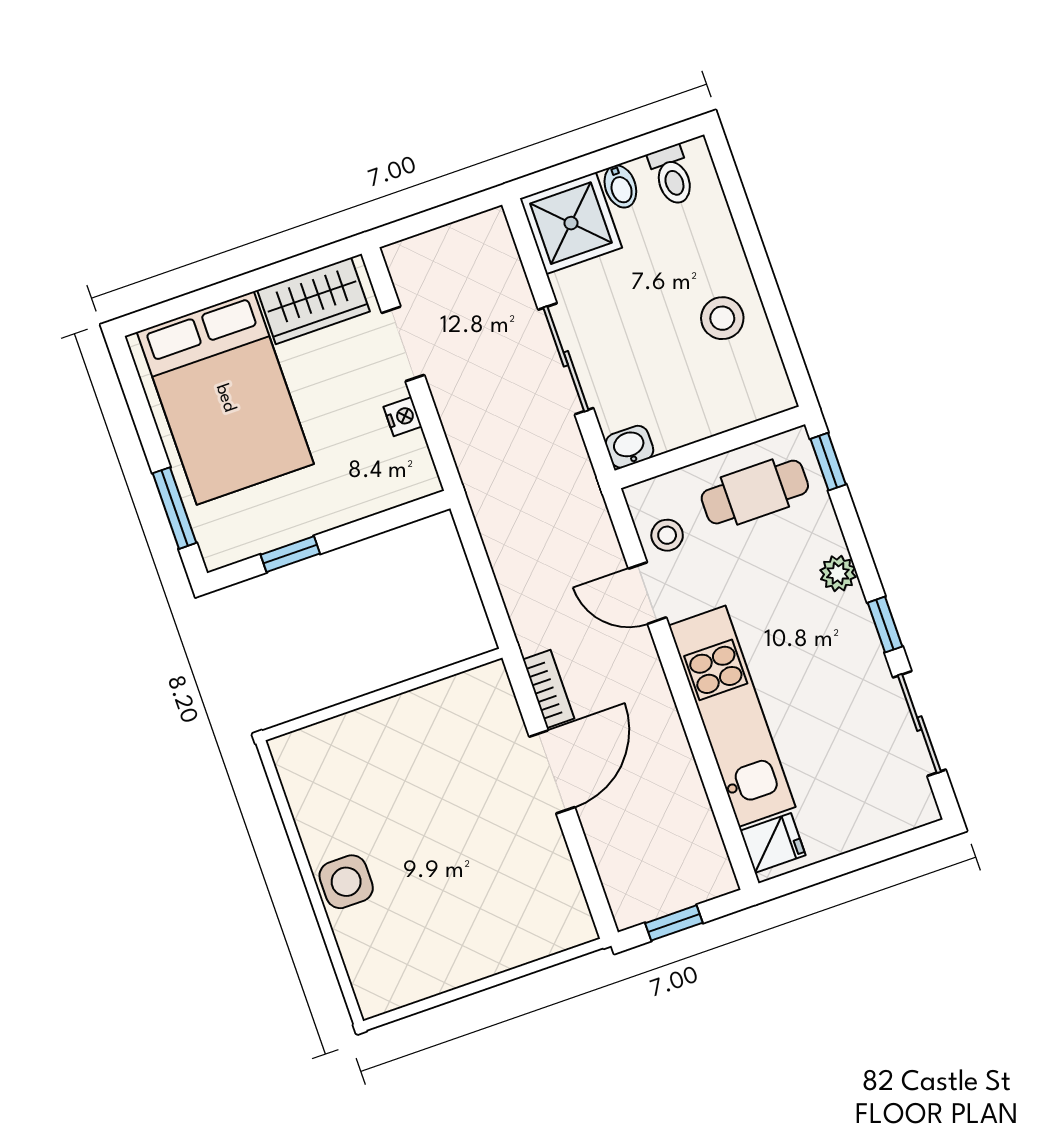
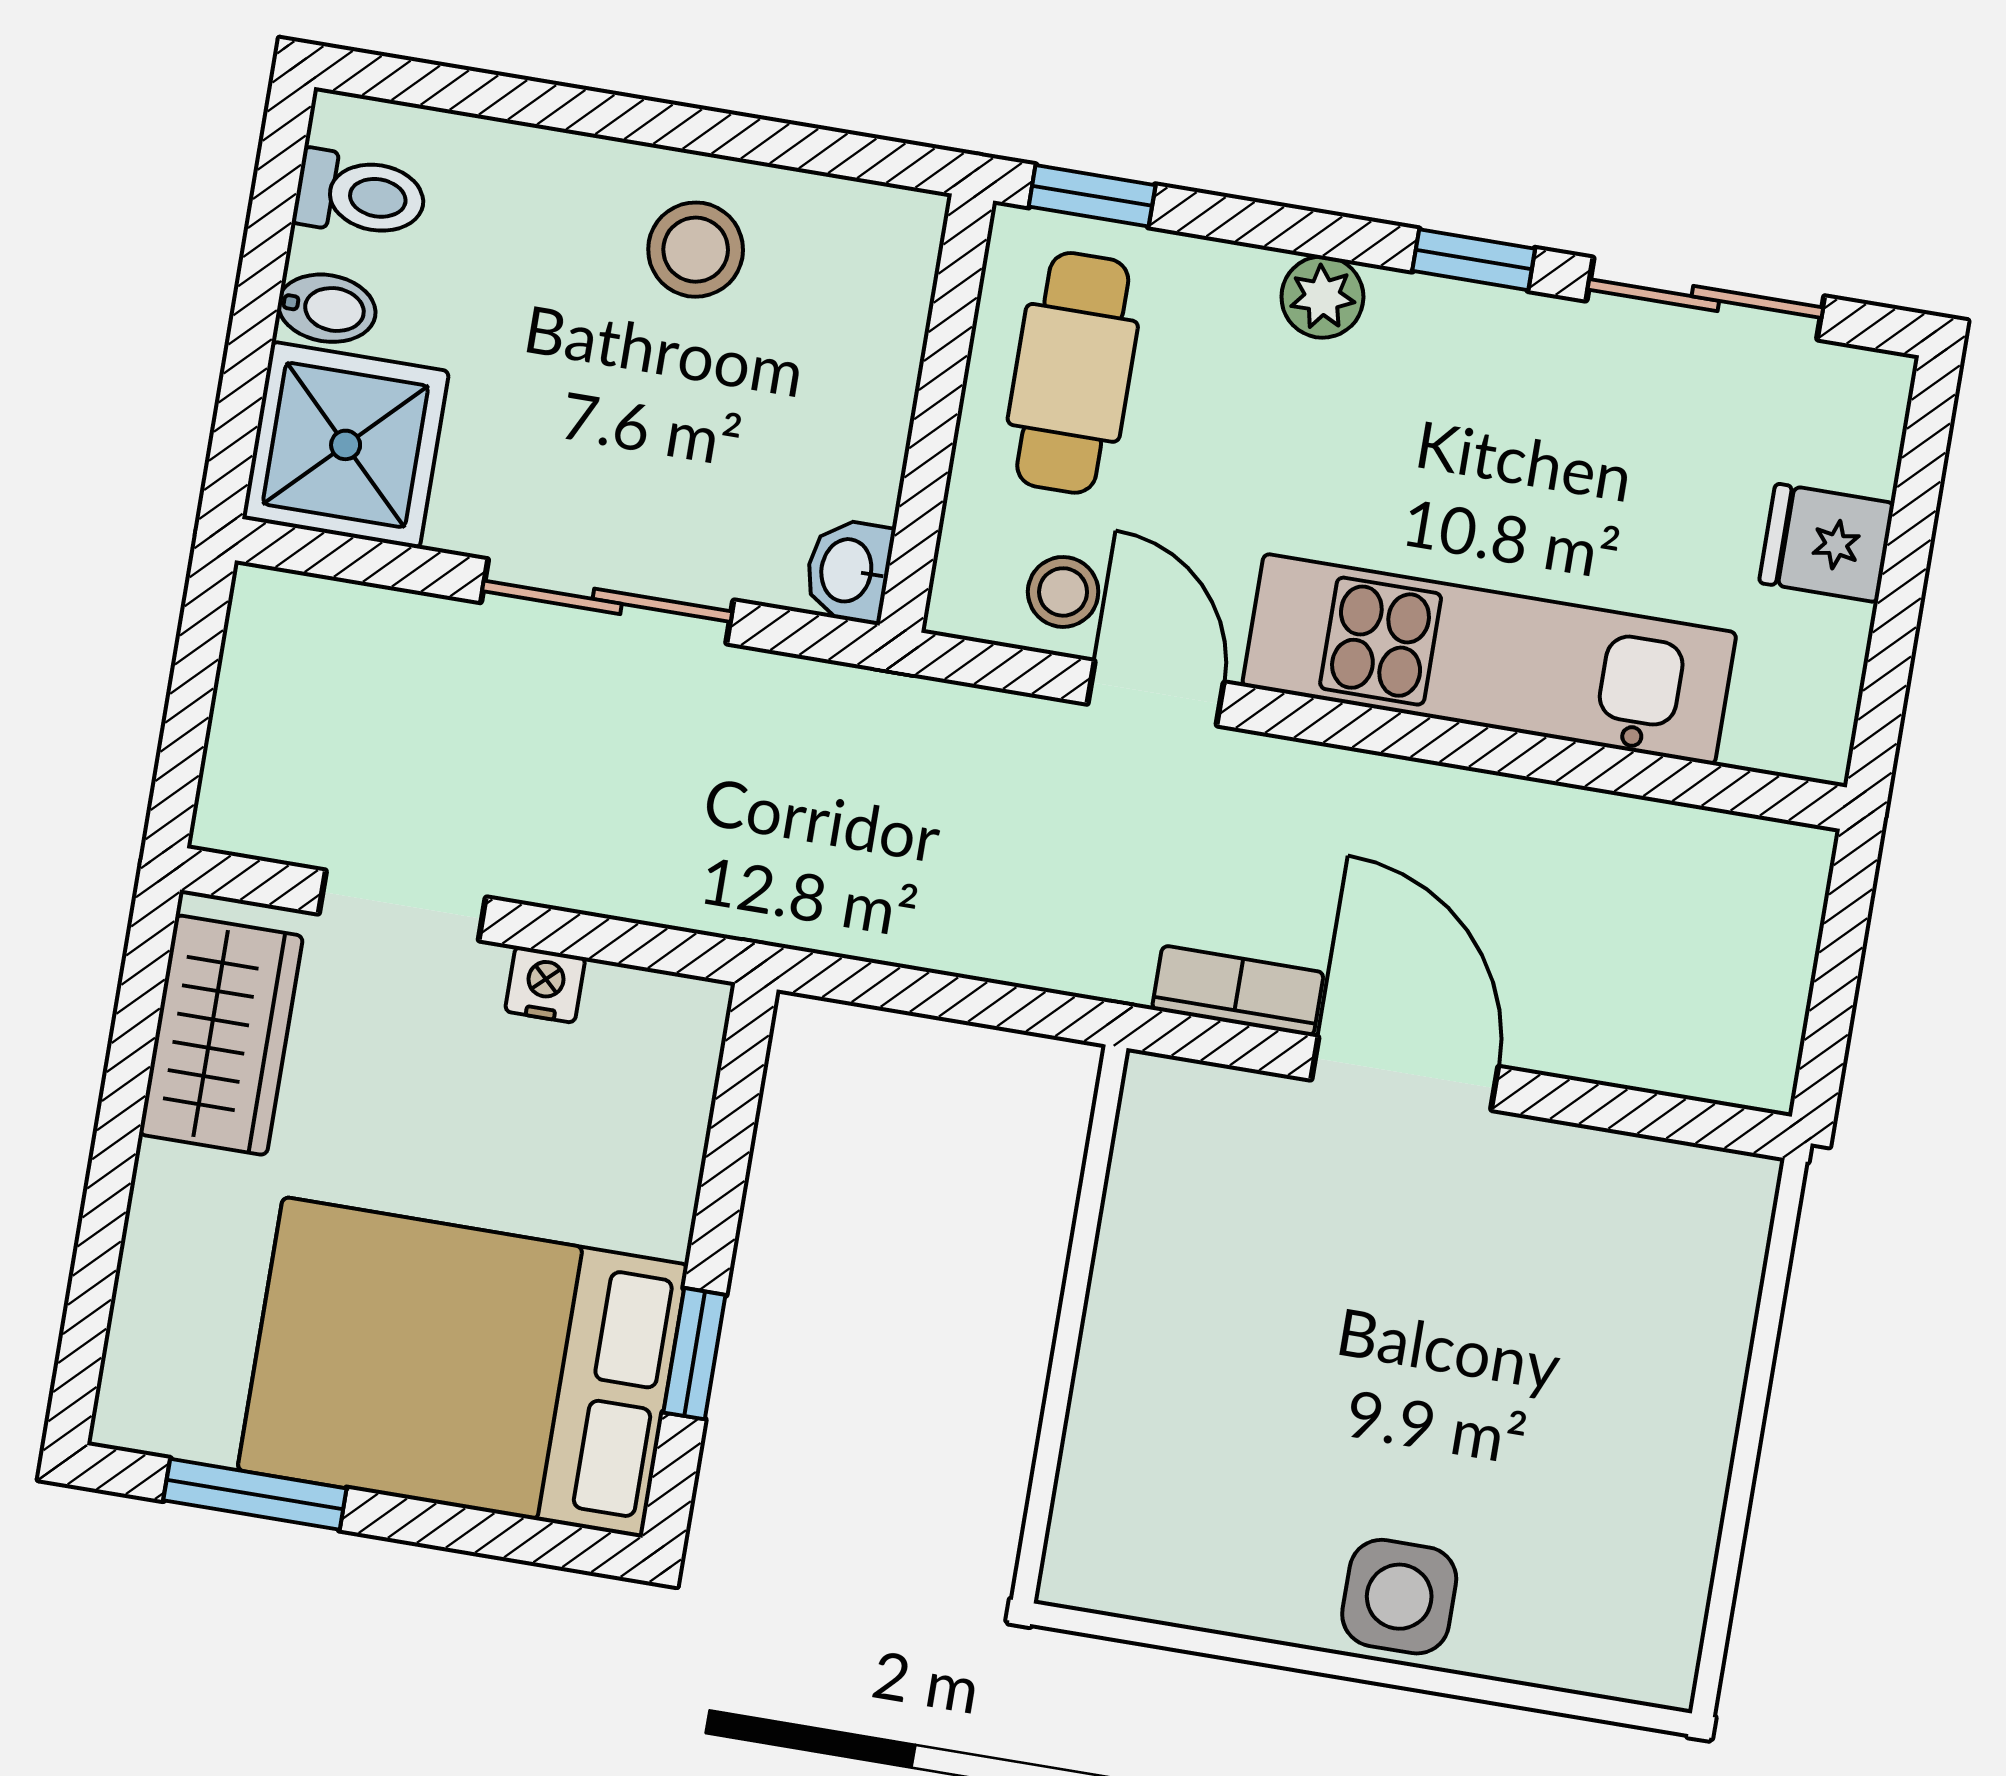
bed: (225, 398) -> (463, 1367), moved, turned 180
window: (174, 508) -> (255, 1494), moved
door: (647, 593) -> (1156, 693), swing flipped
fridge: (773, 843) -> (1827, 543), moved, turned -90
window: (674, 923) -> (1833, 996), removed

